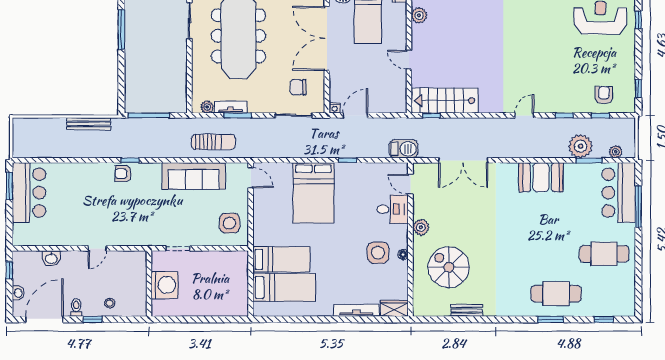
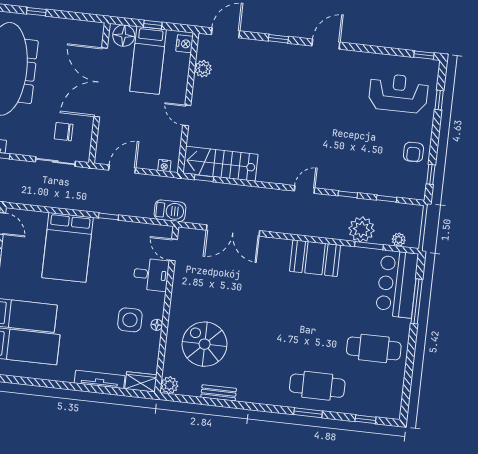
armchair: (604, 95) -> (413, 152), moved, turned 180
nightstand: (335, 108) -> (164, 166), moved
plant: (421, 227) -> (169, 385), moved

